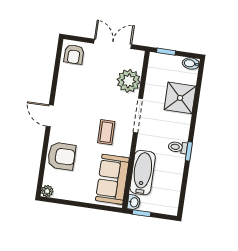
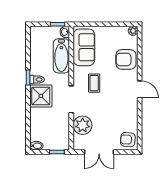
armchair: (74, 54) -> (128, 140), turned -86
shower: (180, 98) -> (41, 96), moved

